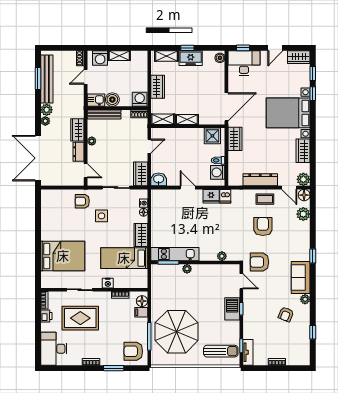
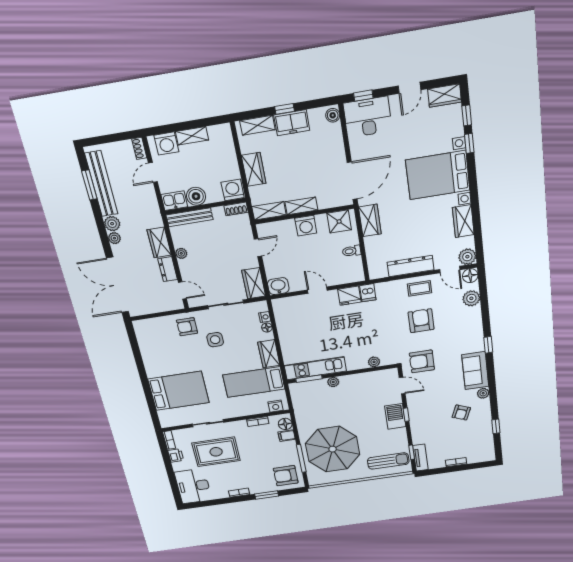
washing machine: (218, 172) -> (306, 226), moved, turned -90
nightstand: (108, 283) -> (276, 406), moved

